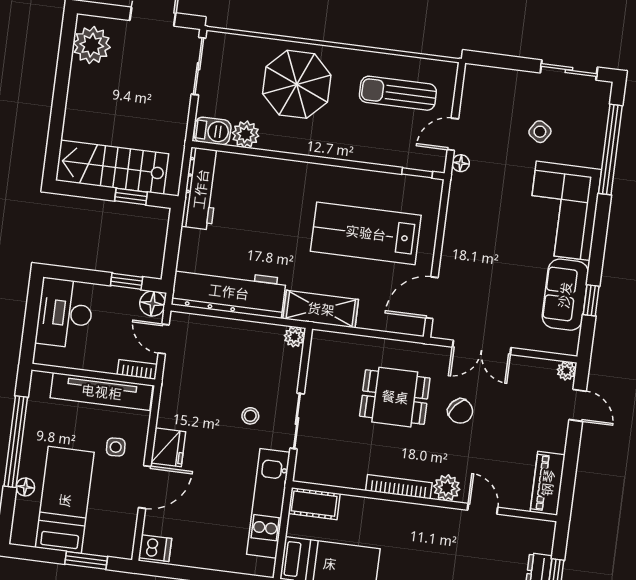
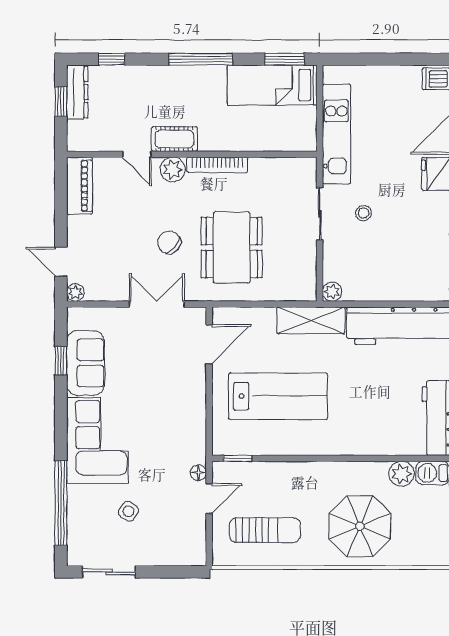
dining table: (395, 397) -> (232, 248), width x1.37
cot: (314, 504) -> (174, 139), moved

